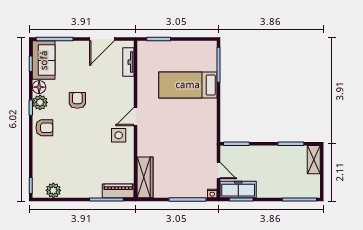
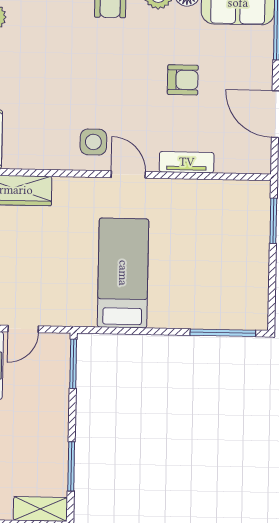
tv unit: (128, 62) -> (187, 162), moved
bed: (188, 85) -> (123, 273), moved
armchair: (77, 100) -> (183, 80), moved

